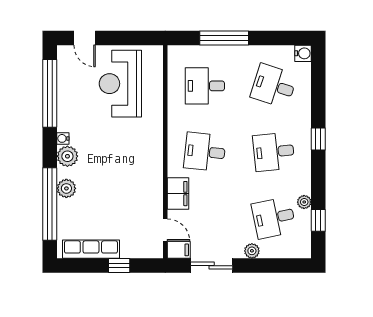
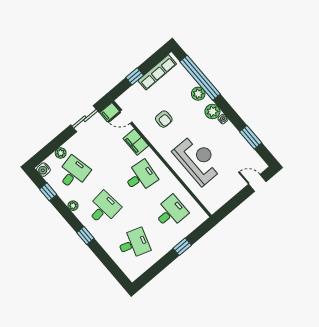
window: (224, 38) -> (182, 247), width x0.46
water cooler: (303, 53) -> (43, 170), moved
reception desk: (120, 84) -> (198, 160), moved
window: (50, 93) -> (251, 137), width x0.47
armchair: (127, 193) -> (164, 119), added
plant: (304, 202) -> (73, 206), moved
plant: (252, 251) -> (61, 153), moved

